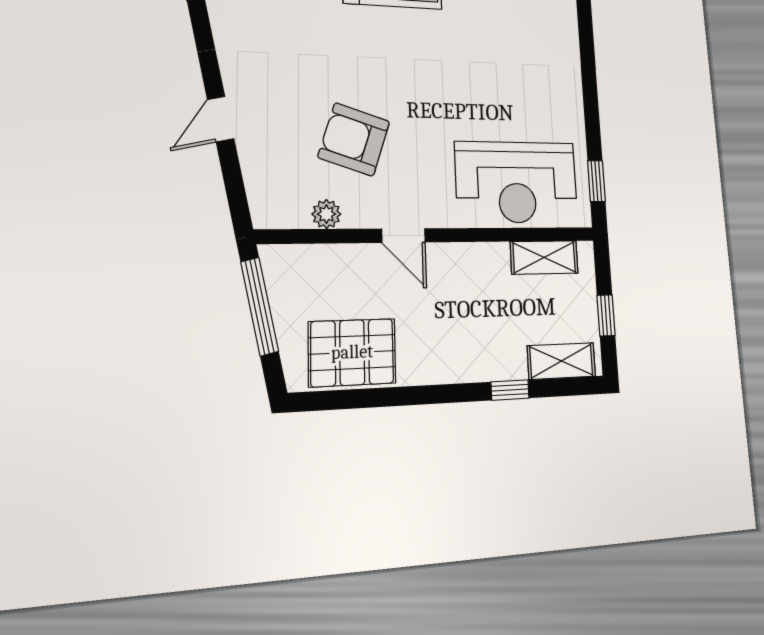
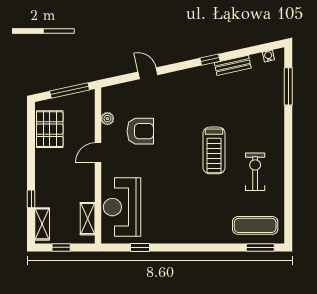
armchair: (354, 139) -> (140, 131), turned 72
window: (596, 181) -> (140, 247), moved

